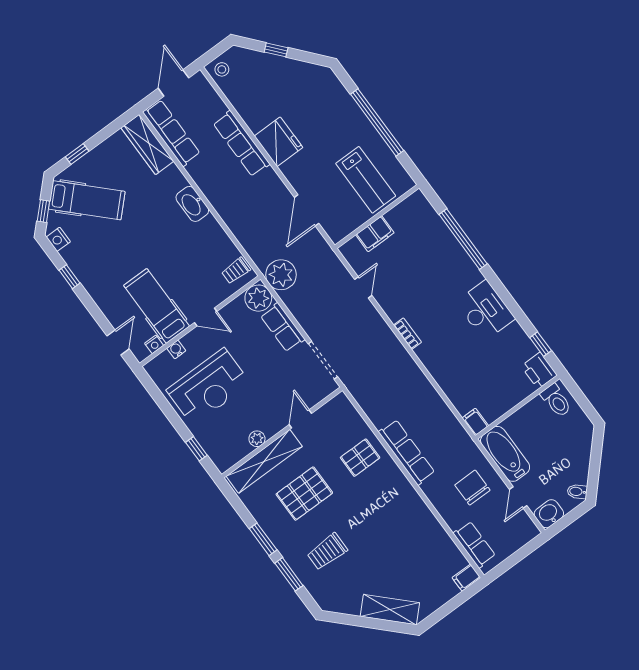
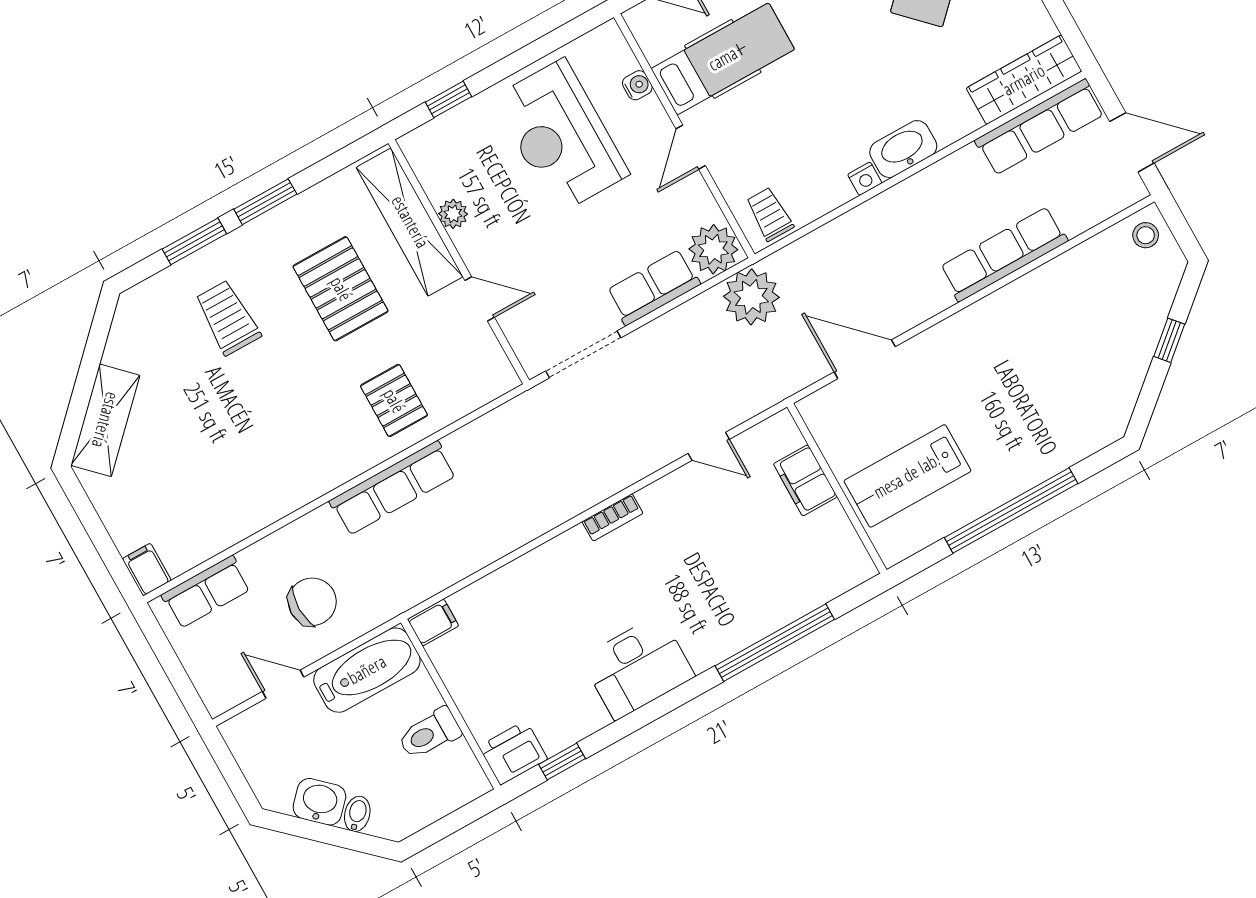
fridge: (278, 142) -> (998, 323), removed
nightstand: (154, 344) -> (865, 179), moved, turned -90
toilet: (556, 401) -> (429, 734), moved
bidet: (577, 492) -> (357, 814), moved
washbasin: (549, 514) -> (319, 802), moved, turned -47

